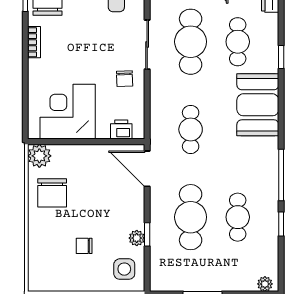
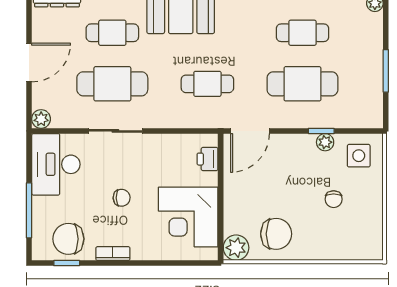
chair: (125, 79) -> (122, 198), moved

